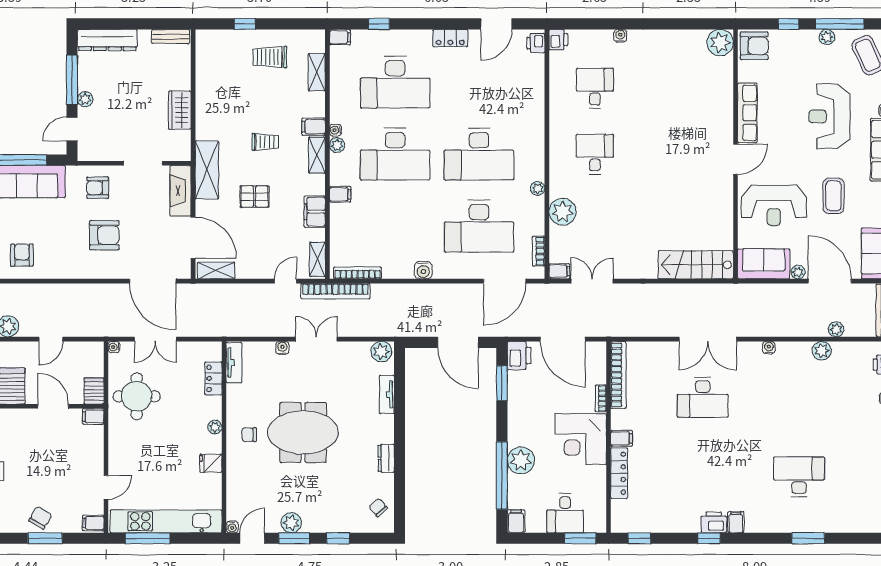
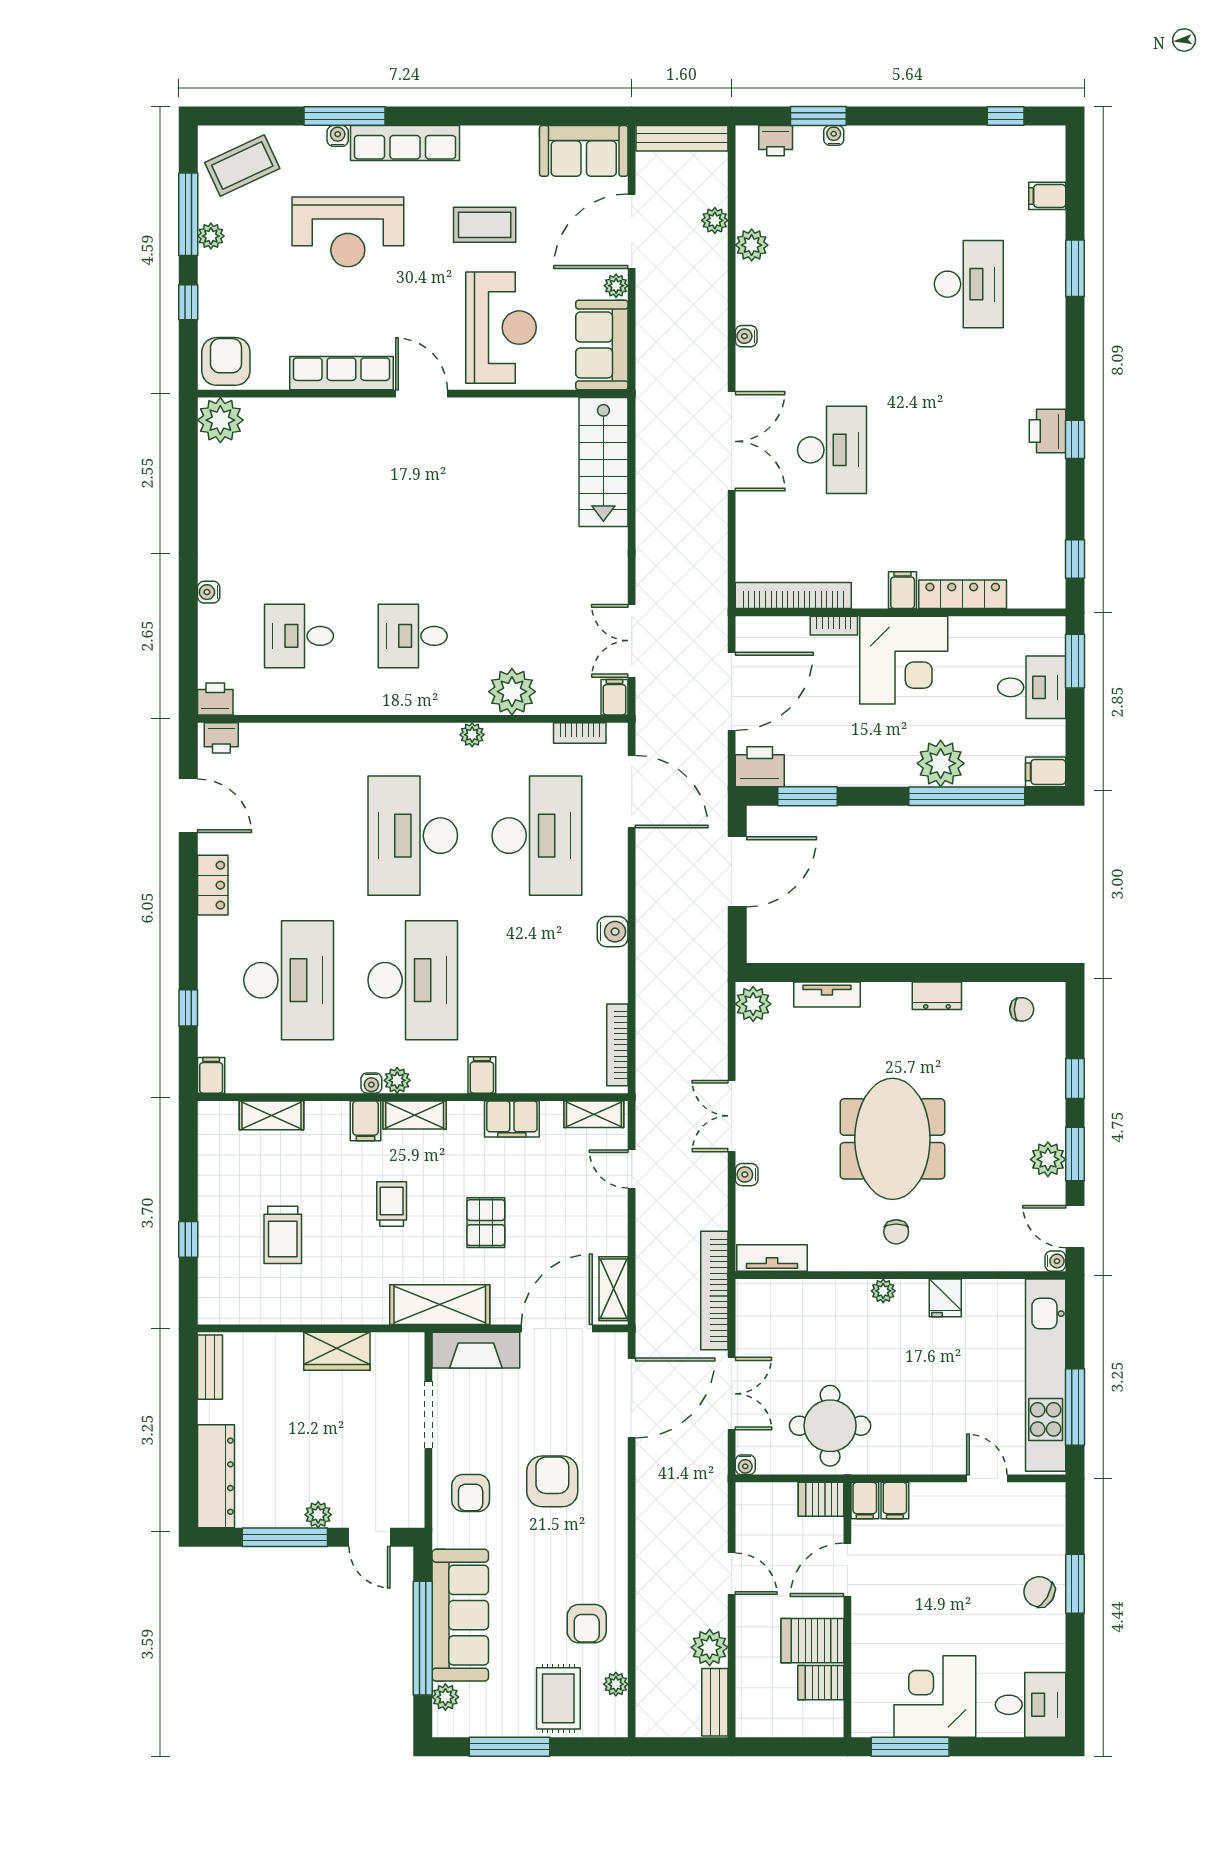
trolley: (270, 57) -> (283, 1235), moved
desk: (479, 154) -> (413, 836), turned 180
armchair: (22, 255) -> (587, 1624), turned -90
bookcase: (335, 291) -> (714, 1290), moved, turned 180
locker: (213, 378) -> (799, 1294), removed
desk: (799, 477) -> (969, 284), turned 180
chair: (378, 507) -> (1022, 1009), turned -138
filing cabinet: (736, 522) -> (1047, 196), moved
filing cabinet: (93, 523) -> (895, 1501), moved

